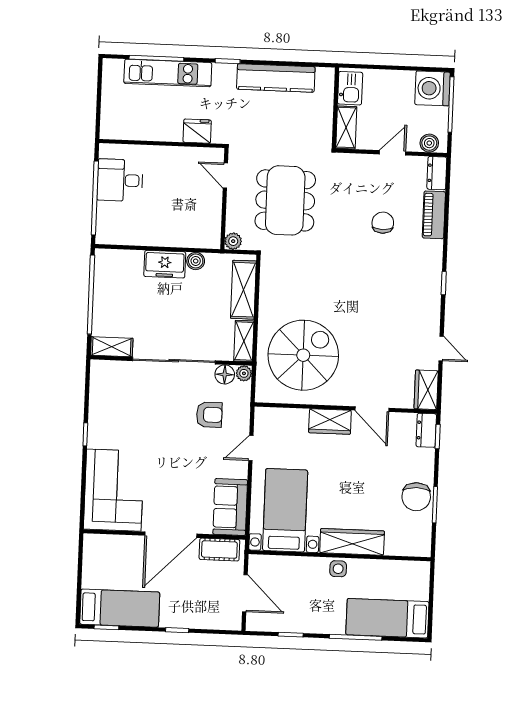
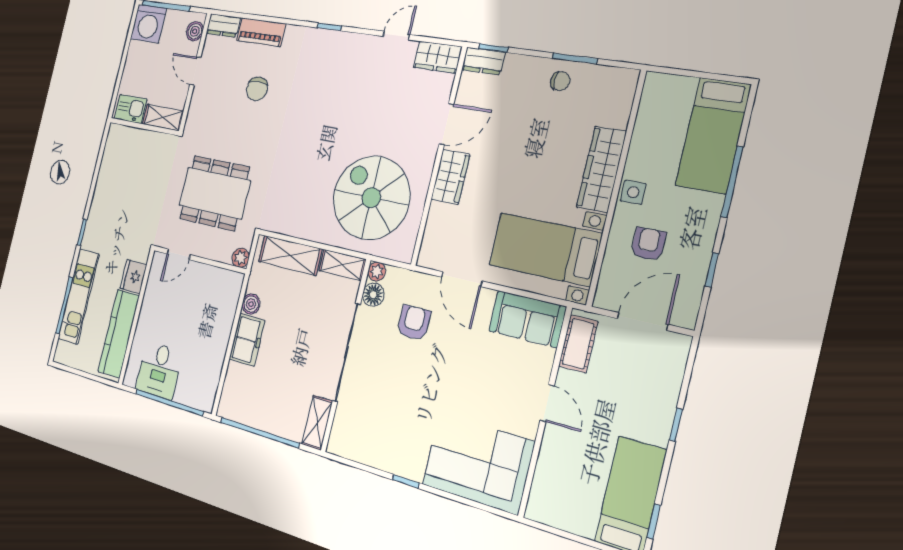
kitchen counter: (276, 78) -> (119, 334), moved, turned 180
chair: (383, 223) -> (257, 89), turned -90
door: (251, 448) -> (462, 279), width x1.37
chair: (416, 497) -> (560, 81), width x0.54, depth x0.54
door: (171, 535) -> (547, 403), width x0.53
armchair: (302, 587) -> (648, 244), added

